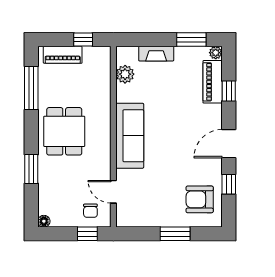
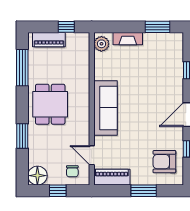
plant: (216, 53) -> (178, 38), removed
plant: (125, 74) -> (101, 44), moved
piano: (213, 82) -> (112, 177), moved, turned 90
floor lamp: (44, 221) -> (37, 176), width x1.89, depth x1.89
window: (87, 234) -> (58, 191), moved

